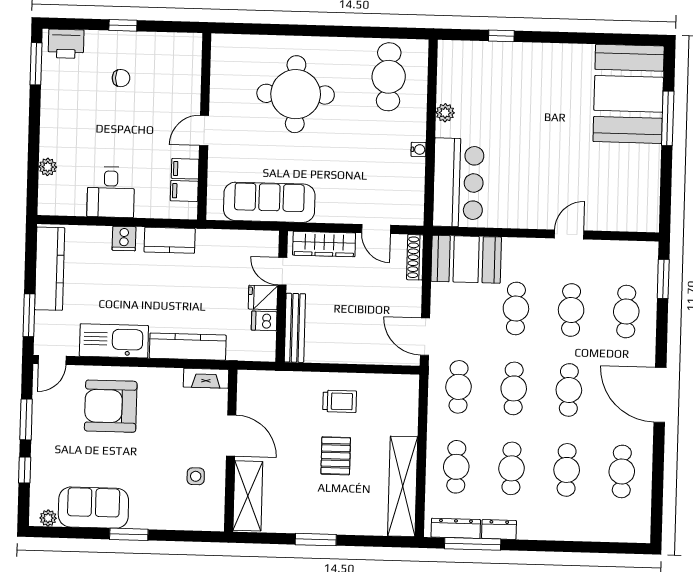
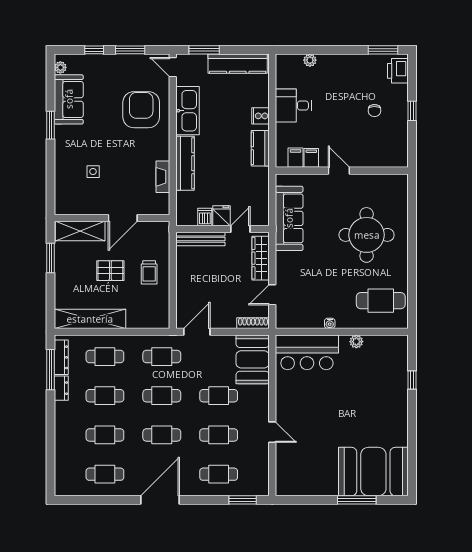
door: (231, 435) -> (123, 218), moved
wall: (231, 450) -> (112, 218), moved
shelving: (248, 496) -> (80, 231), moved

